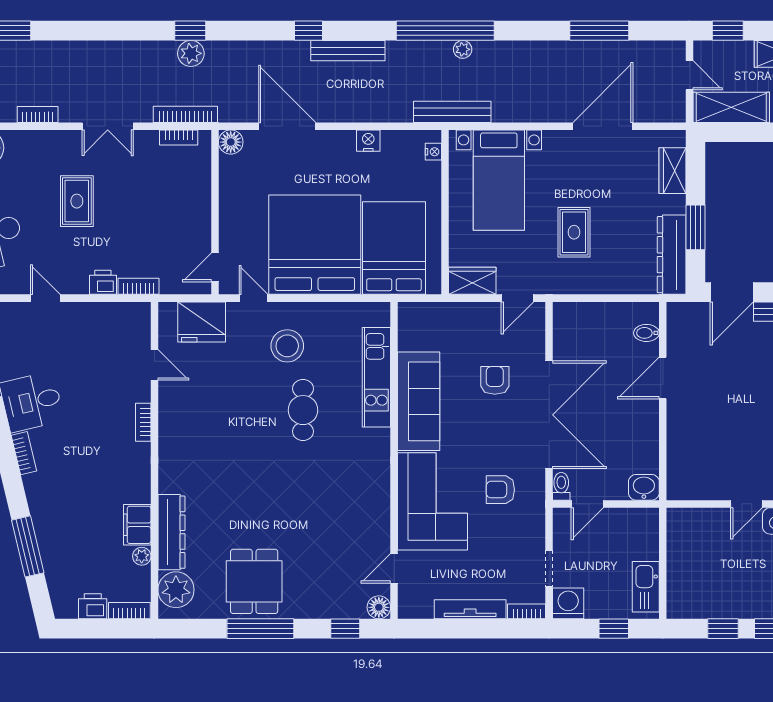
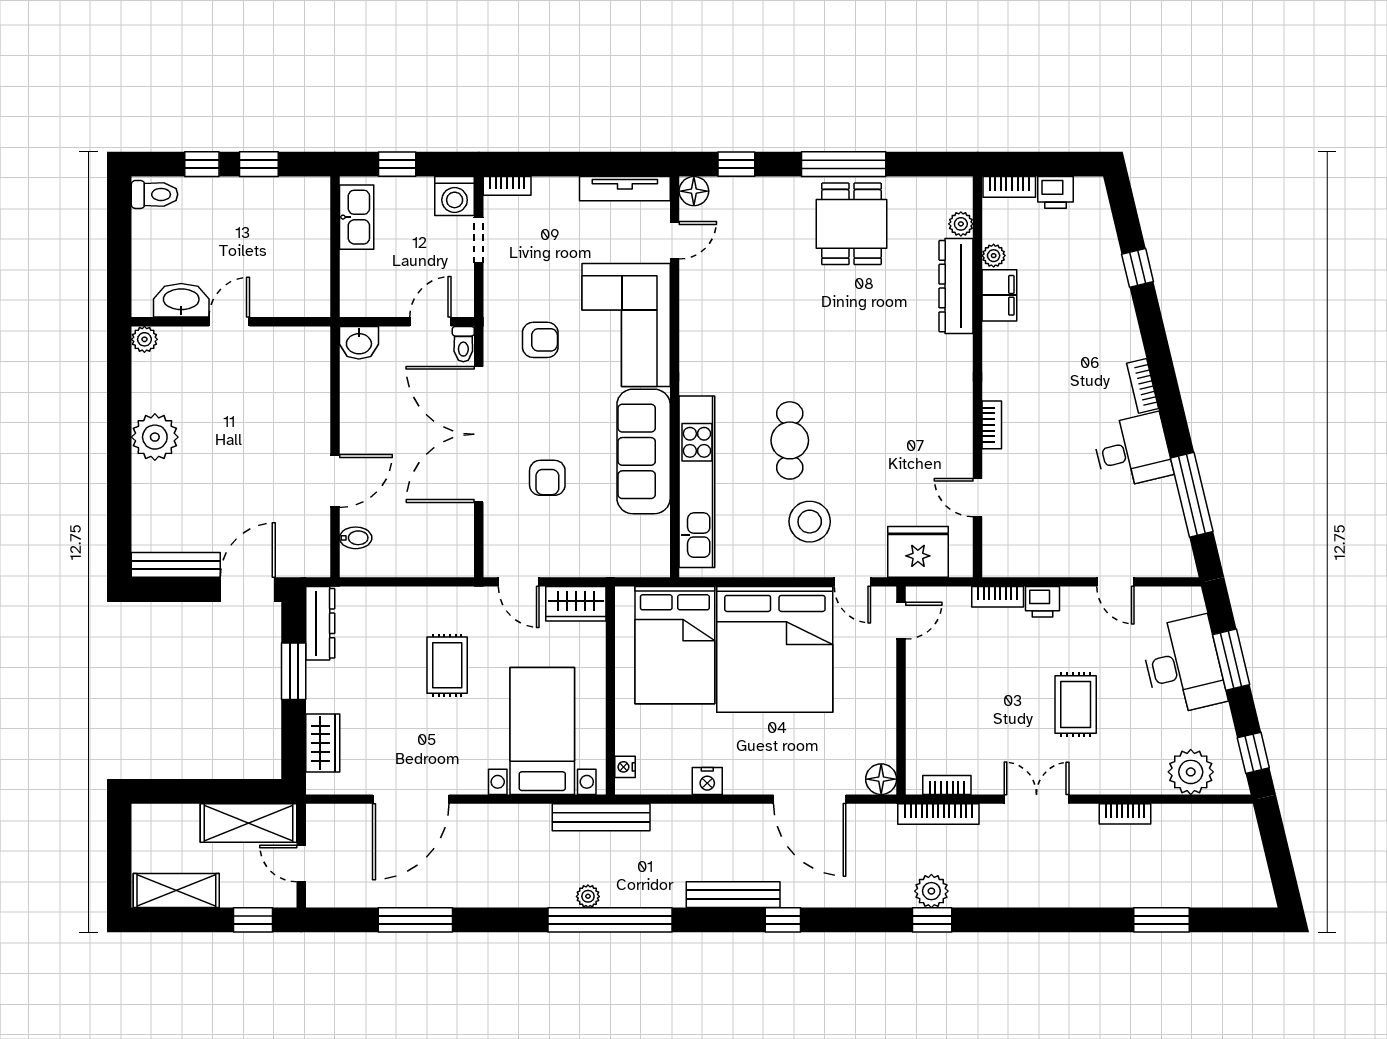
dresser: (672, 255) -> (320, 623), width x0.73, depth x0.80
door: (517, 298) -> (519, 582), swing flipped
kitchen unit: (376, 377) -> (697, 482), width x1.36
window: (28, 546) -> (1138, 268), width x0.46
plant: (176, 590) -> (961, 224), width x0.53, depth x0.53
tv unit: (470, 609) -> (625, 189), moved

